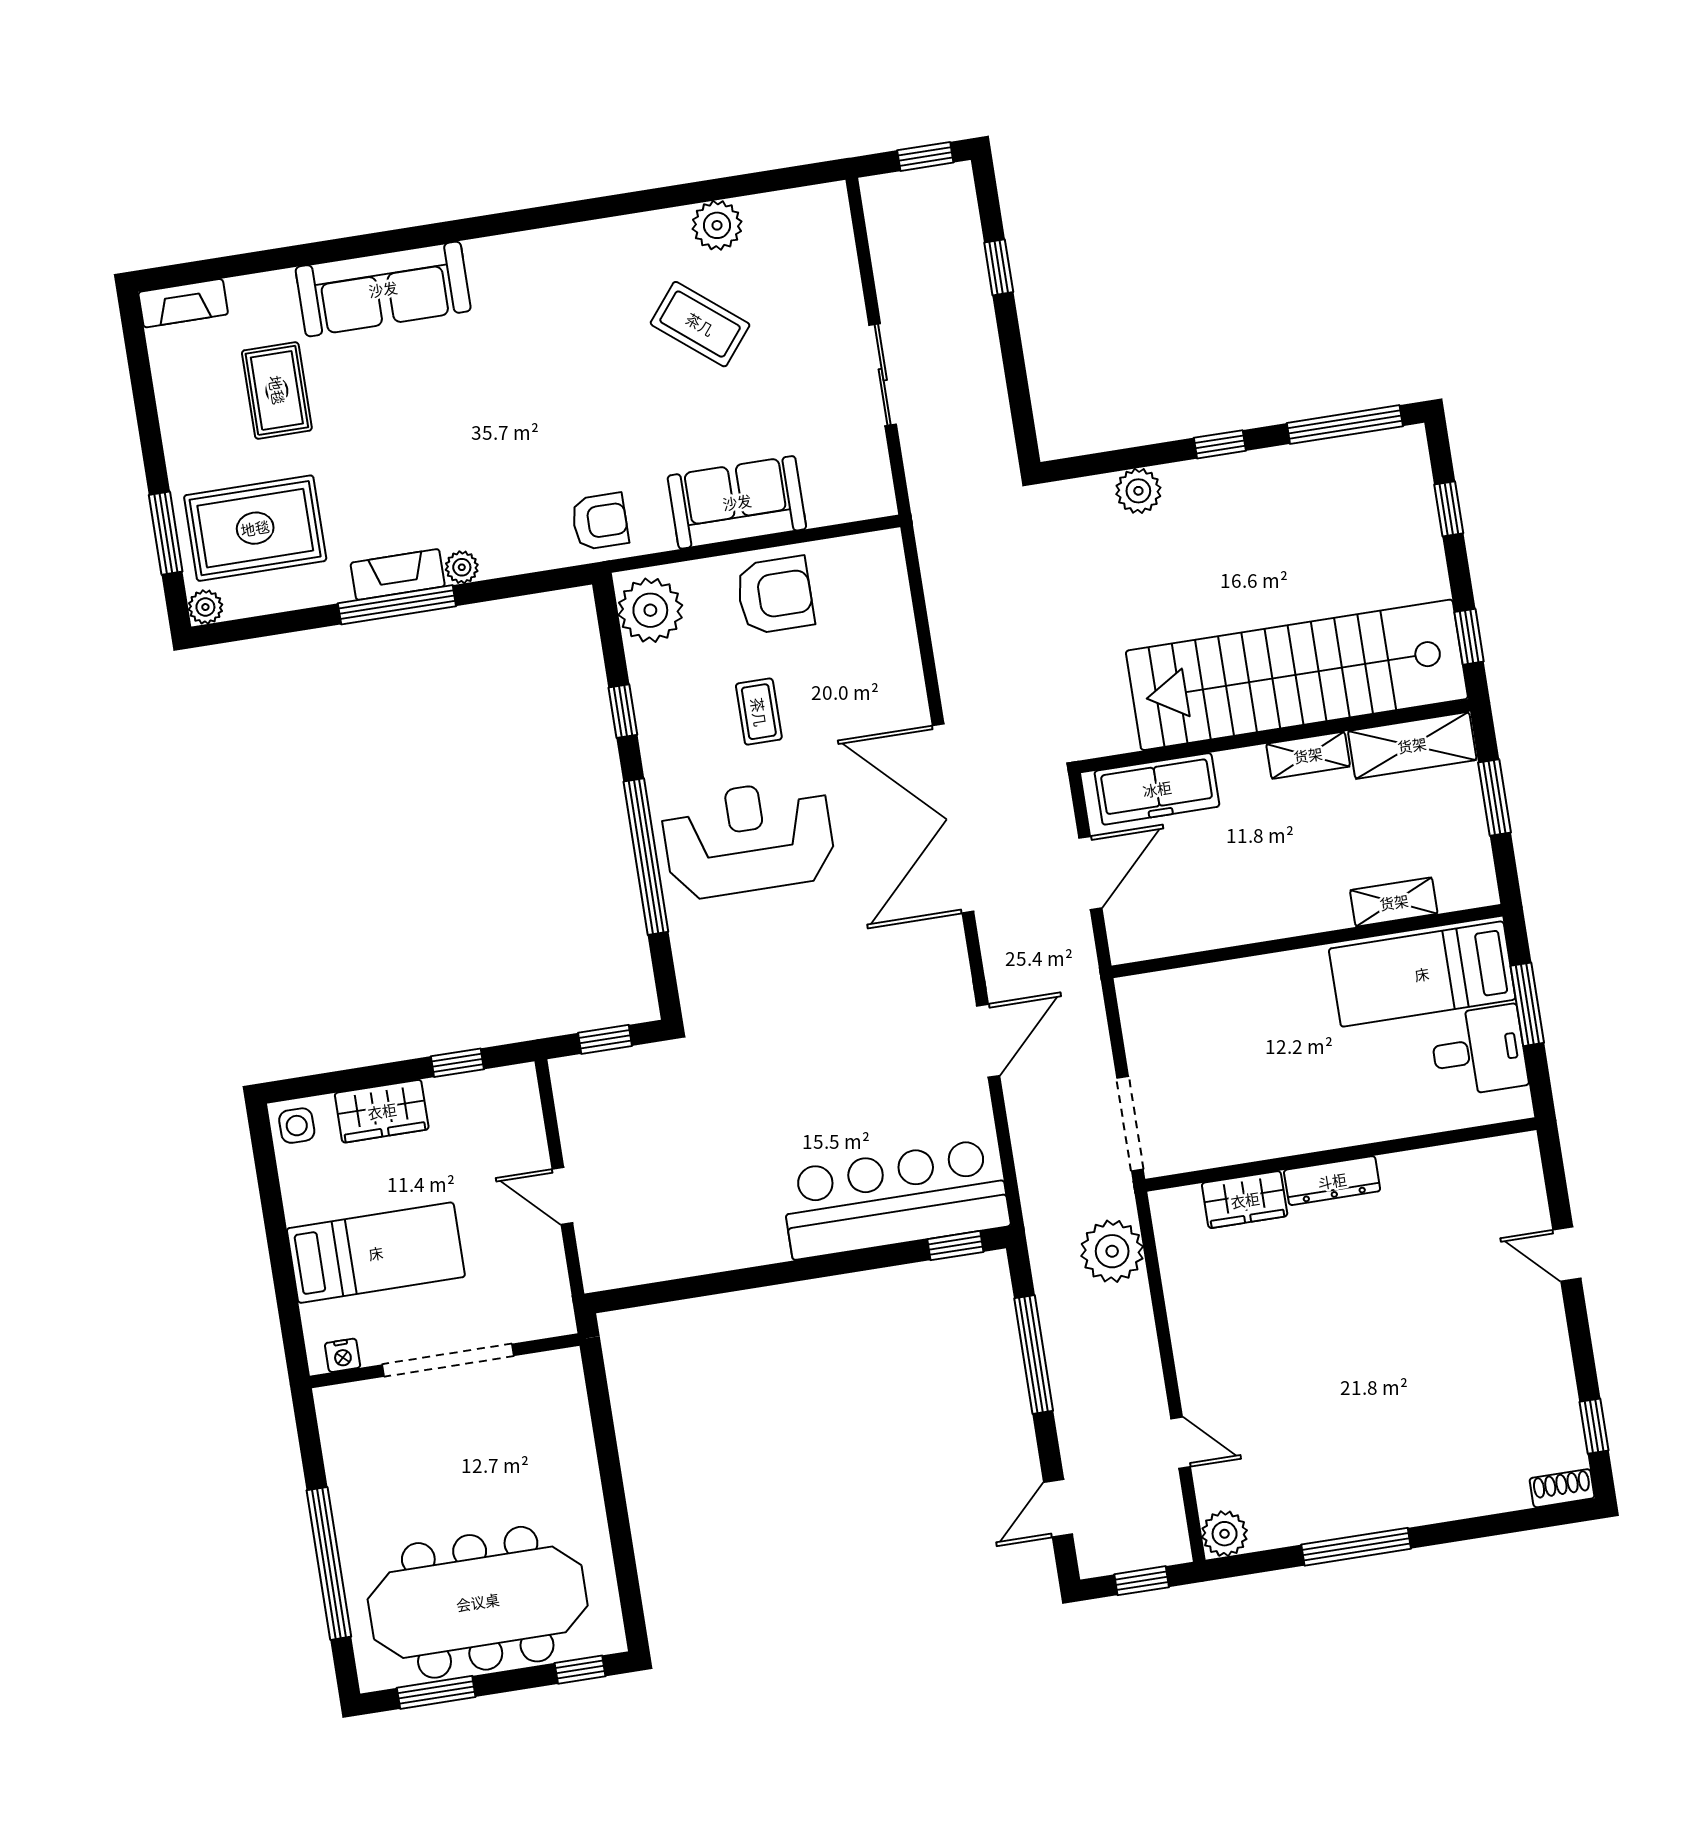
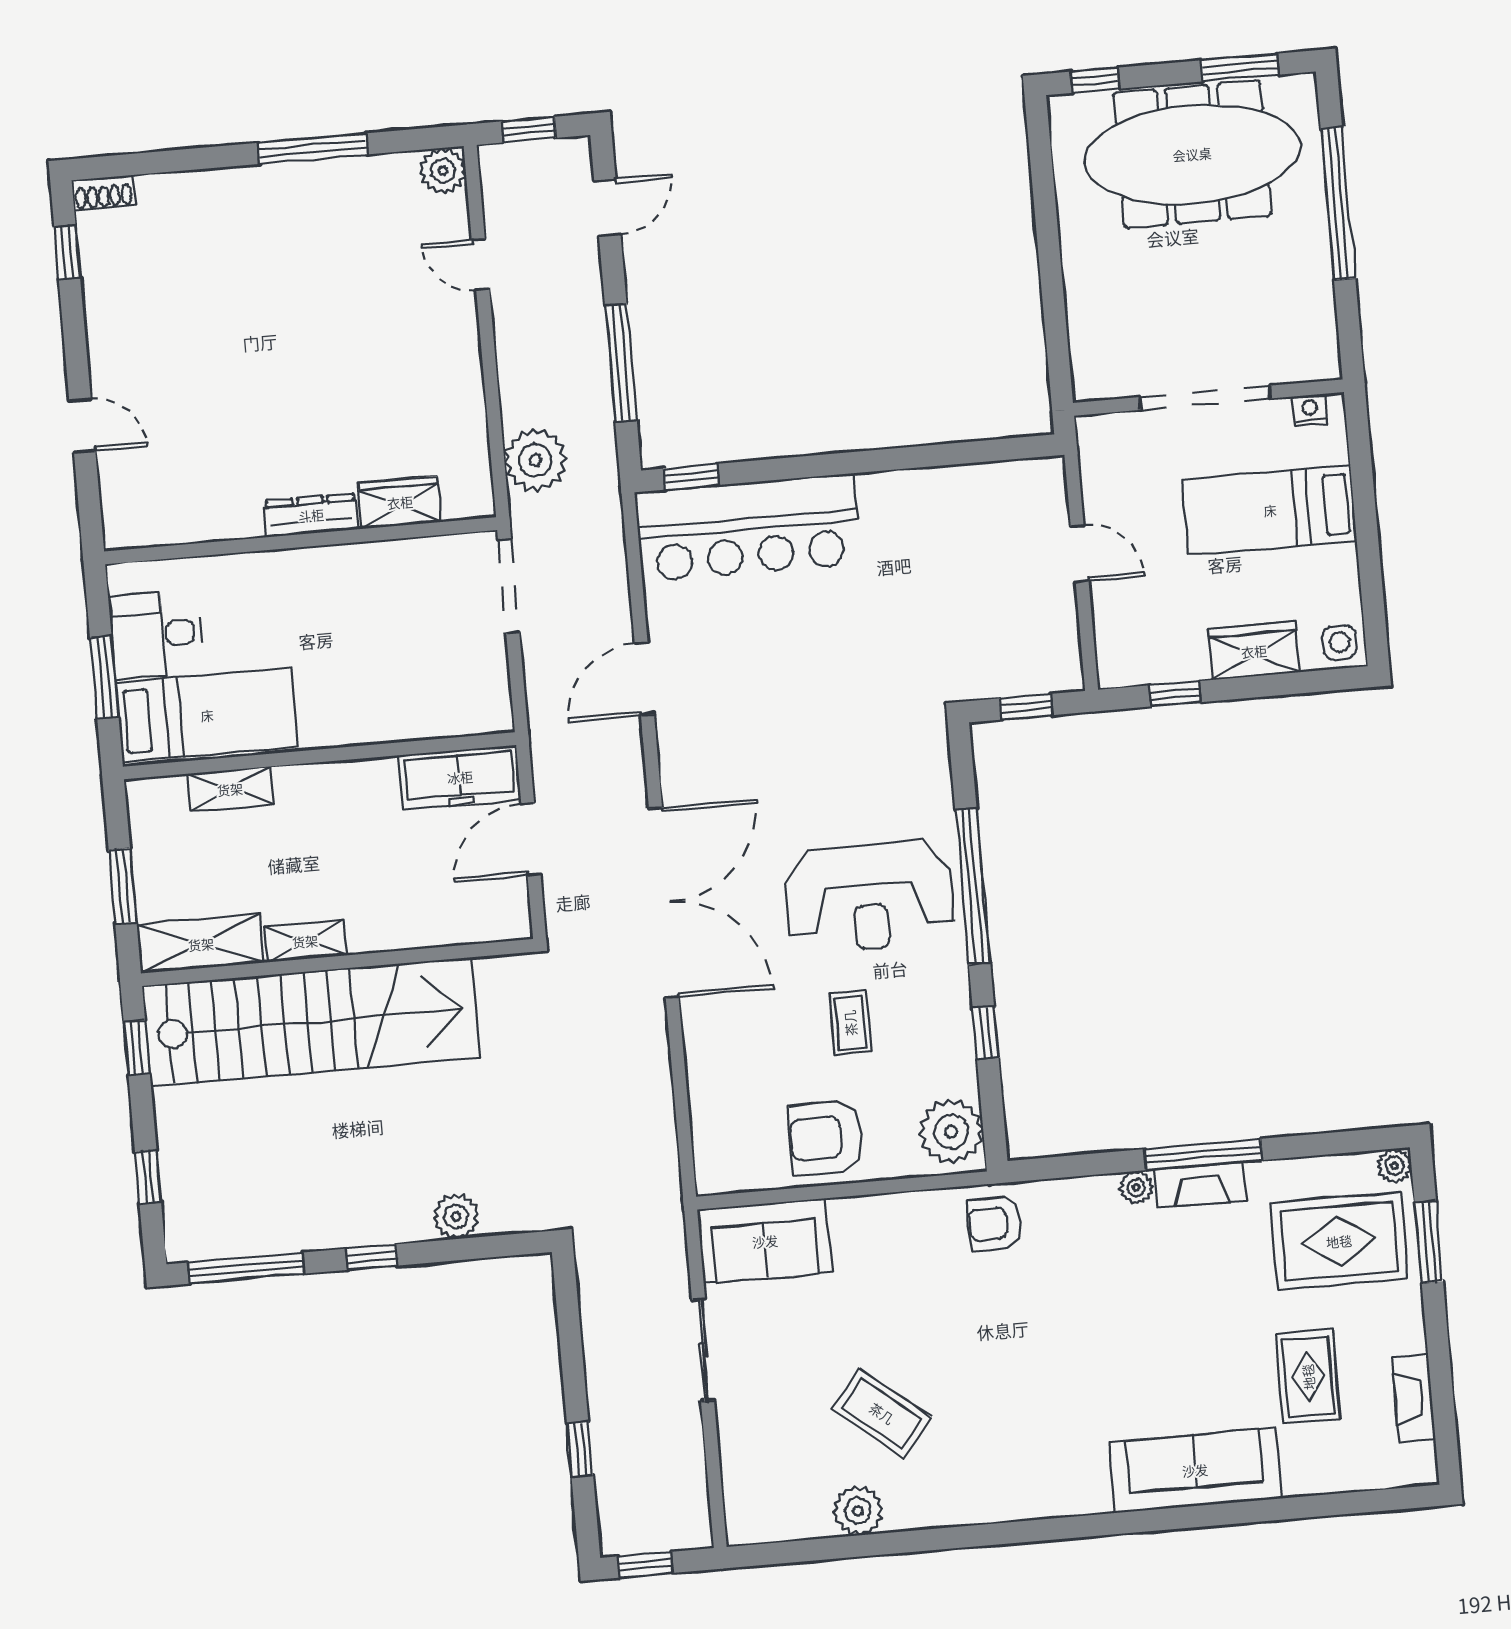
fireplace: (183, 303) -> (1414, 1398), moved, turned -90
sofa: (737, 502) -> (765, 1241), moved
freezer: (1157, 789) -> (460, 777), moved, turned 180

